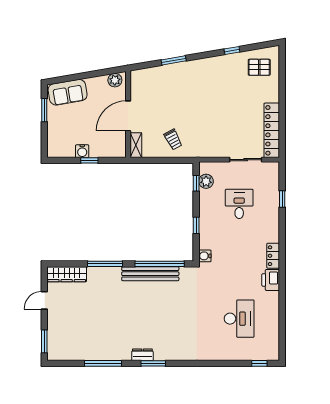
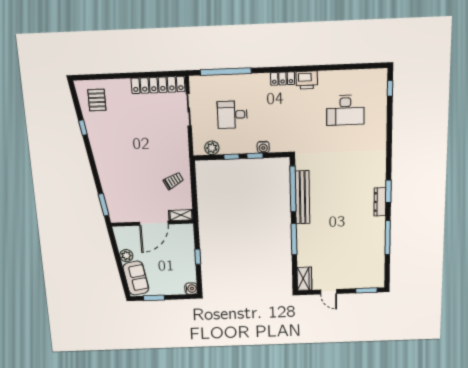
window: (174, 60) -> (104, 205), moved
plant: (115, 80) -> (126, 256), moved
door: (128, 116) -> (154, 223), hinge flipped
water cooler: (82, 151) -> (191, 289), moved
window: (196, 183) -> (232, 157), moved
window: (282, 199) -> (226, 72), width x3.17
water cooler: (205, 256) -> (263, 147), moved
wardrobe: (67, 274) -> (304, 279), width x0.67
desk: (239, 319) -> (345, 110), turned 180
dresser: (142, 355) -> (380, 202), width x1.44

